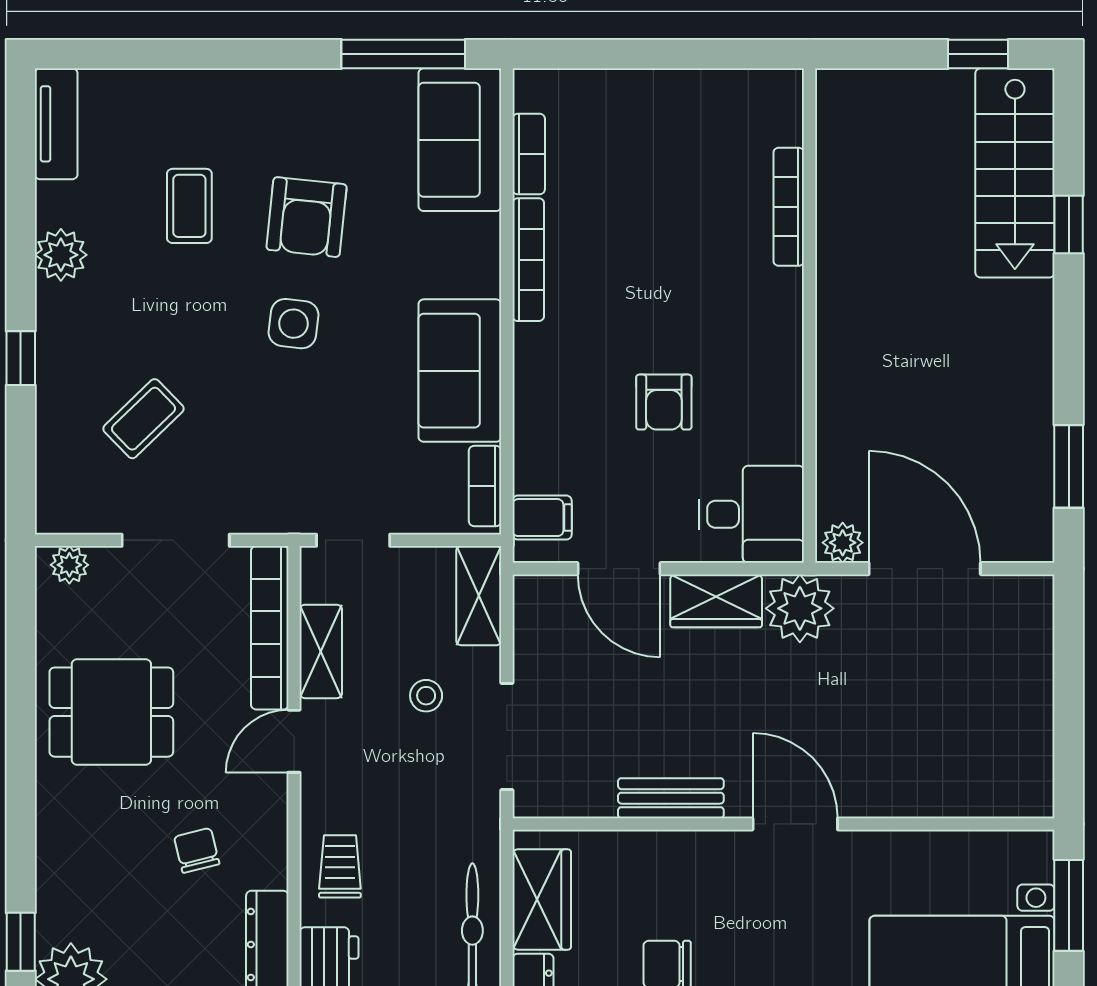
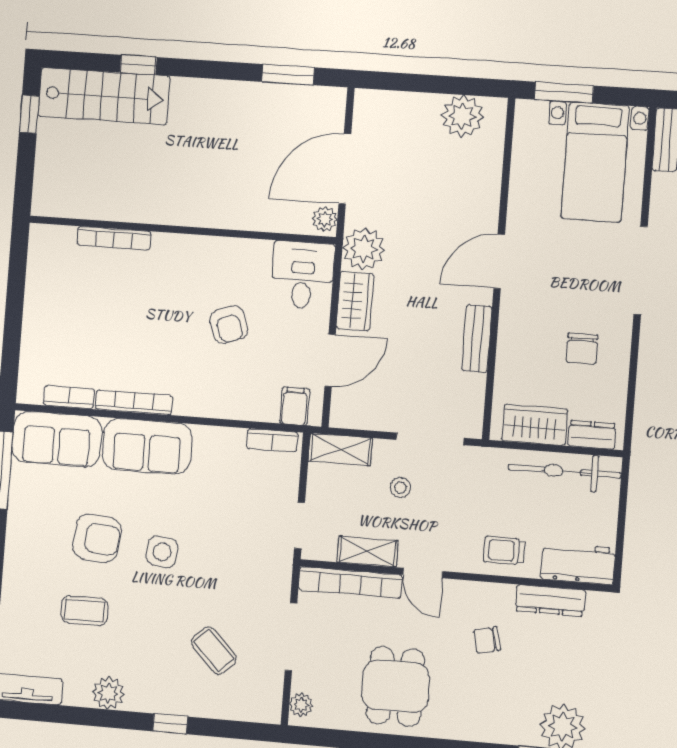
sofa: (460, 371) -> (147, 446), moved
armchair: (664, 402) -> (229, 325), turned 70
plant: (1021, 748) -> (462, 116), added

